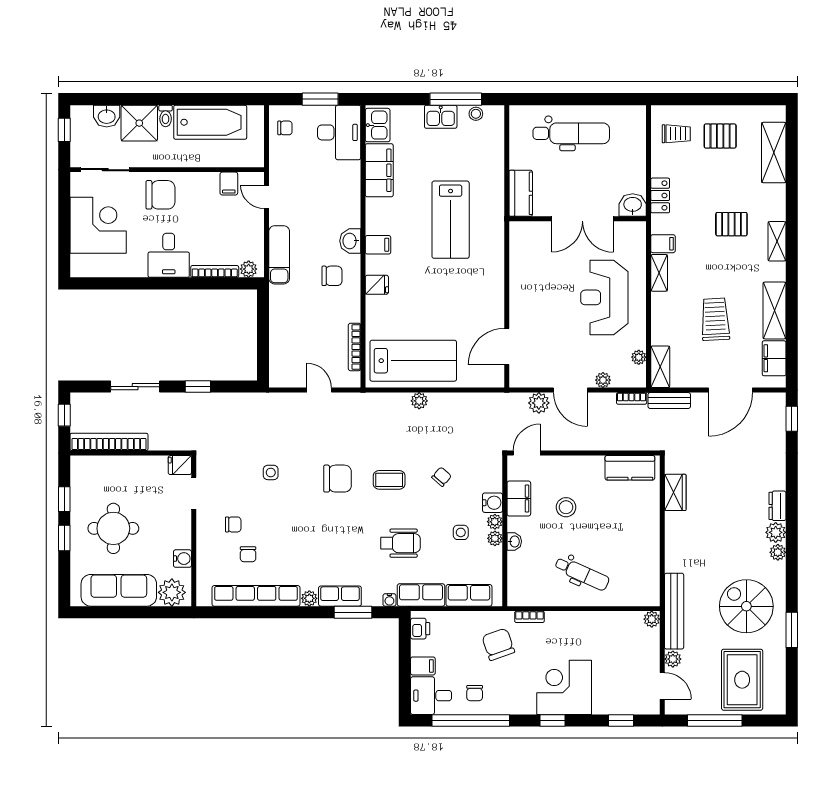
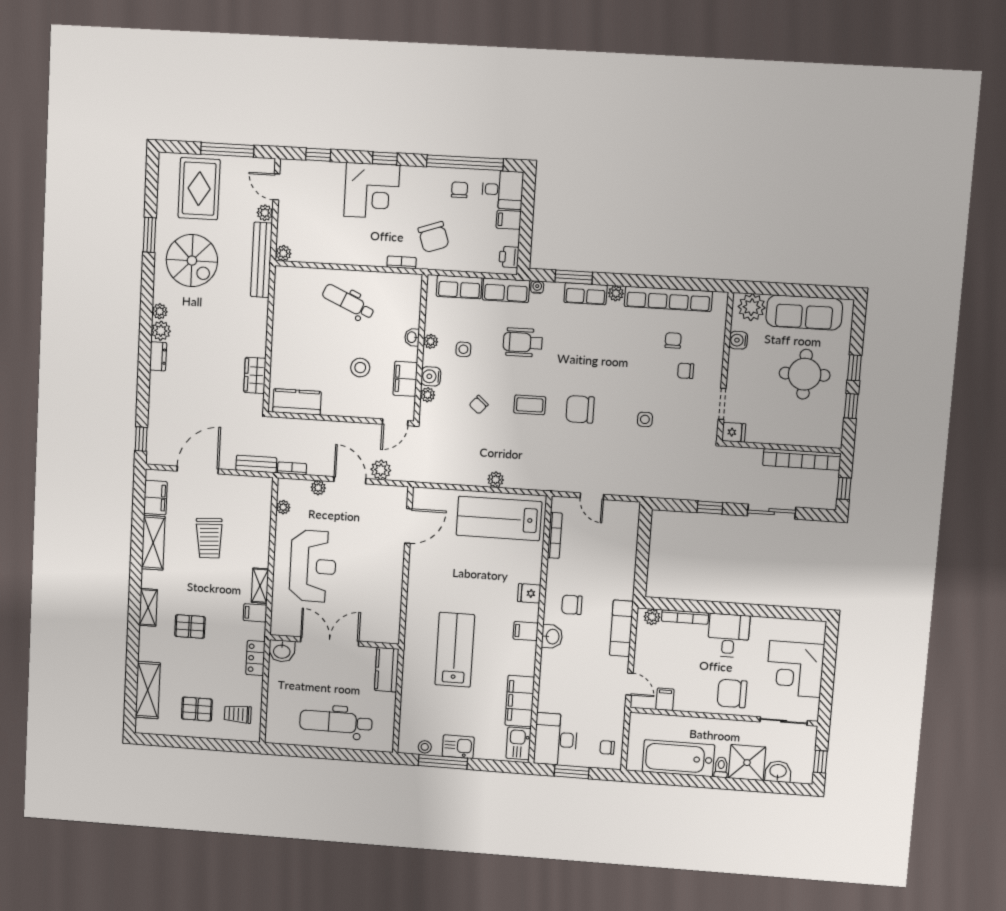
shelving: (660, 367) -> (263, 497), removed
plant: (495, 522) -> (428, 395), moved

